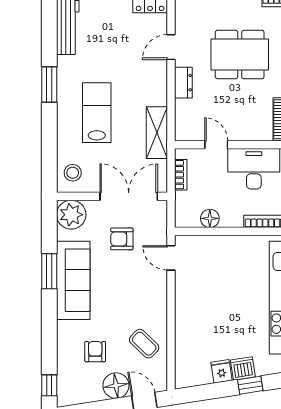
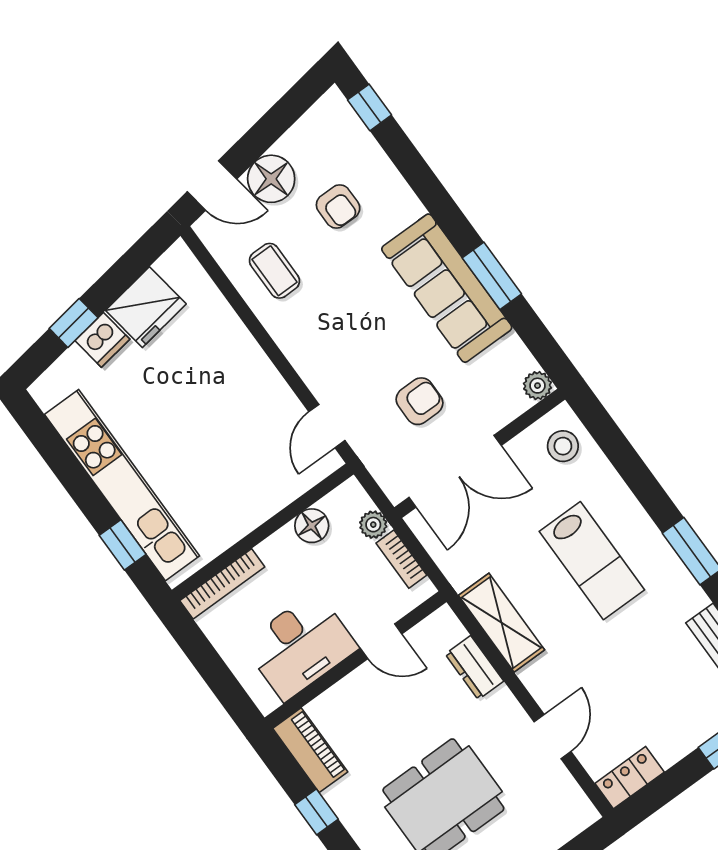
dresser: (183, 83) -> (474, 668), moved
shelving: (157, 133) -> (501, 623), moved
plant: (182, 199) -> (373, 525), added
plant: (71, 215) -> (537, 386), width x0.53, depth x0.53
door: (171, 258) -> (327, 426), swing flipped
coffee table: (144, 344) -> (274, 271), turned 46
fridge: (221, 371) -> (146, 307), width x1.88, depth x1.34

